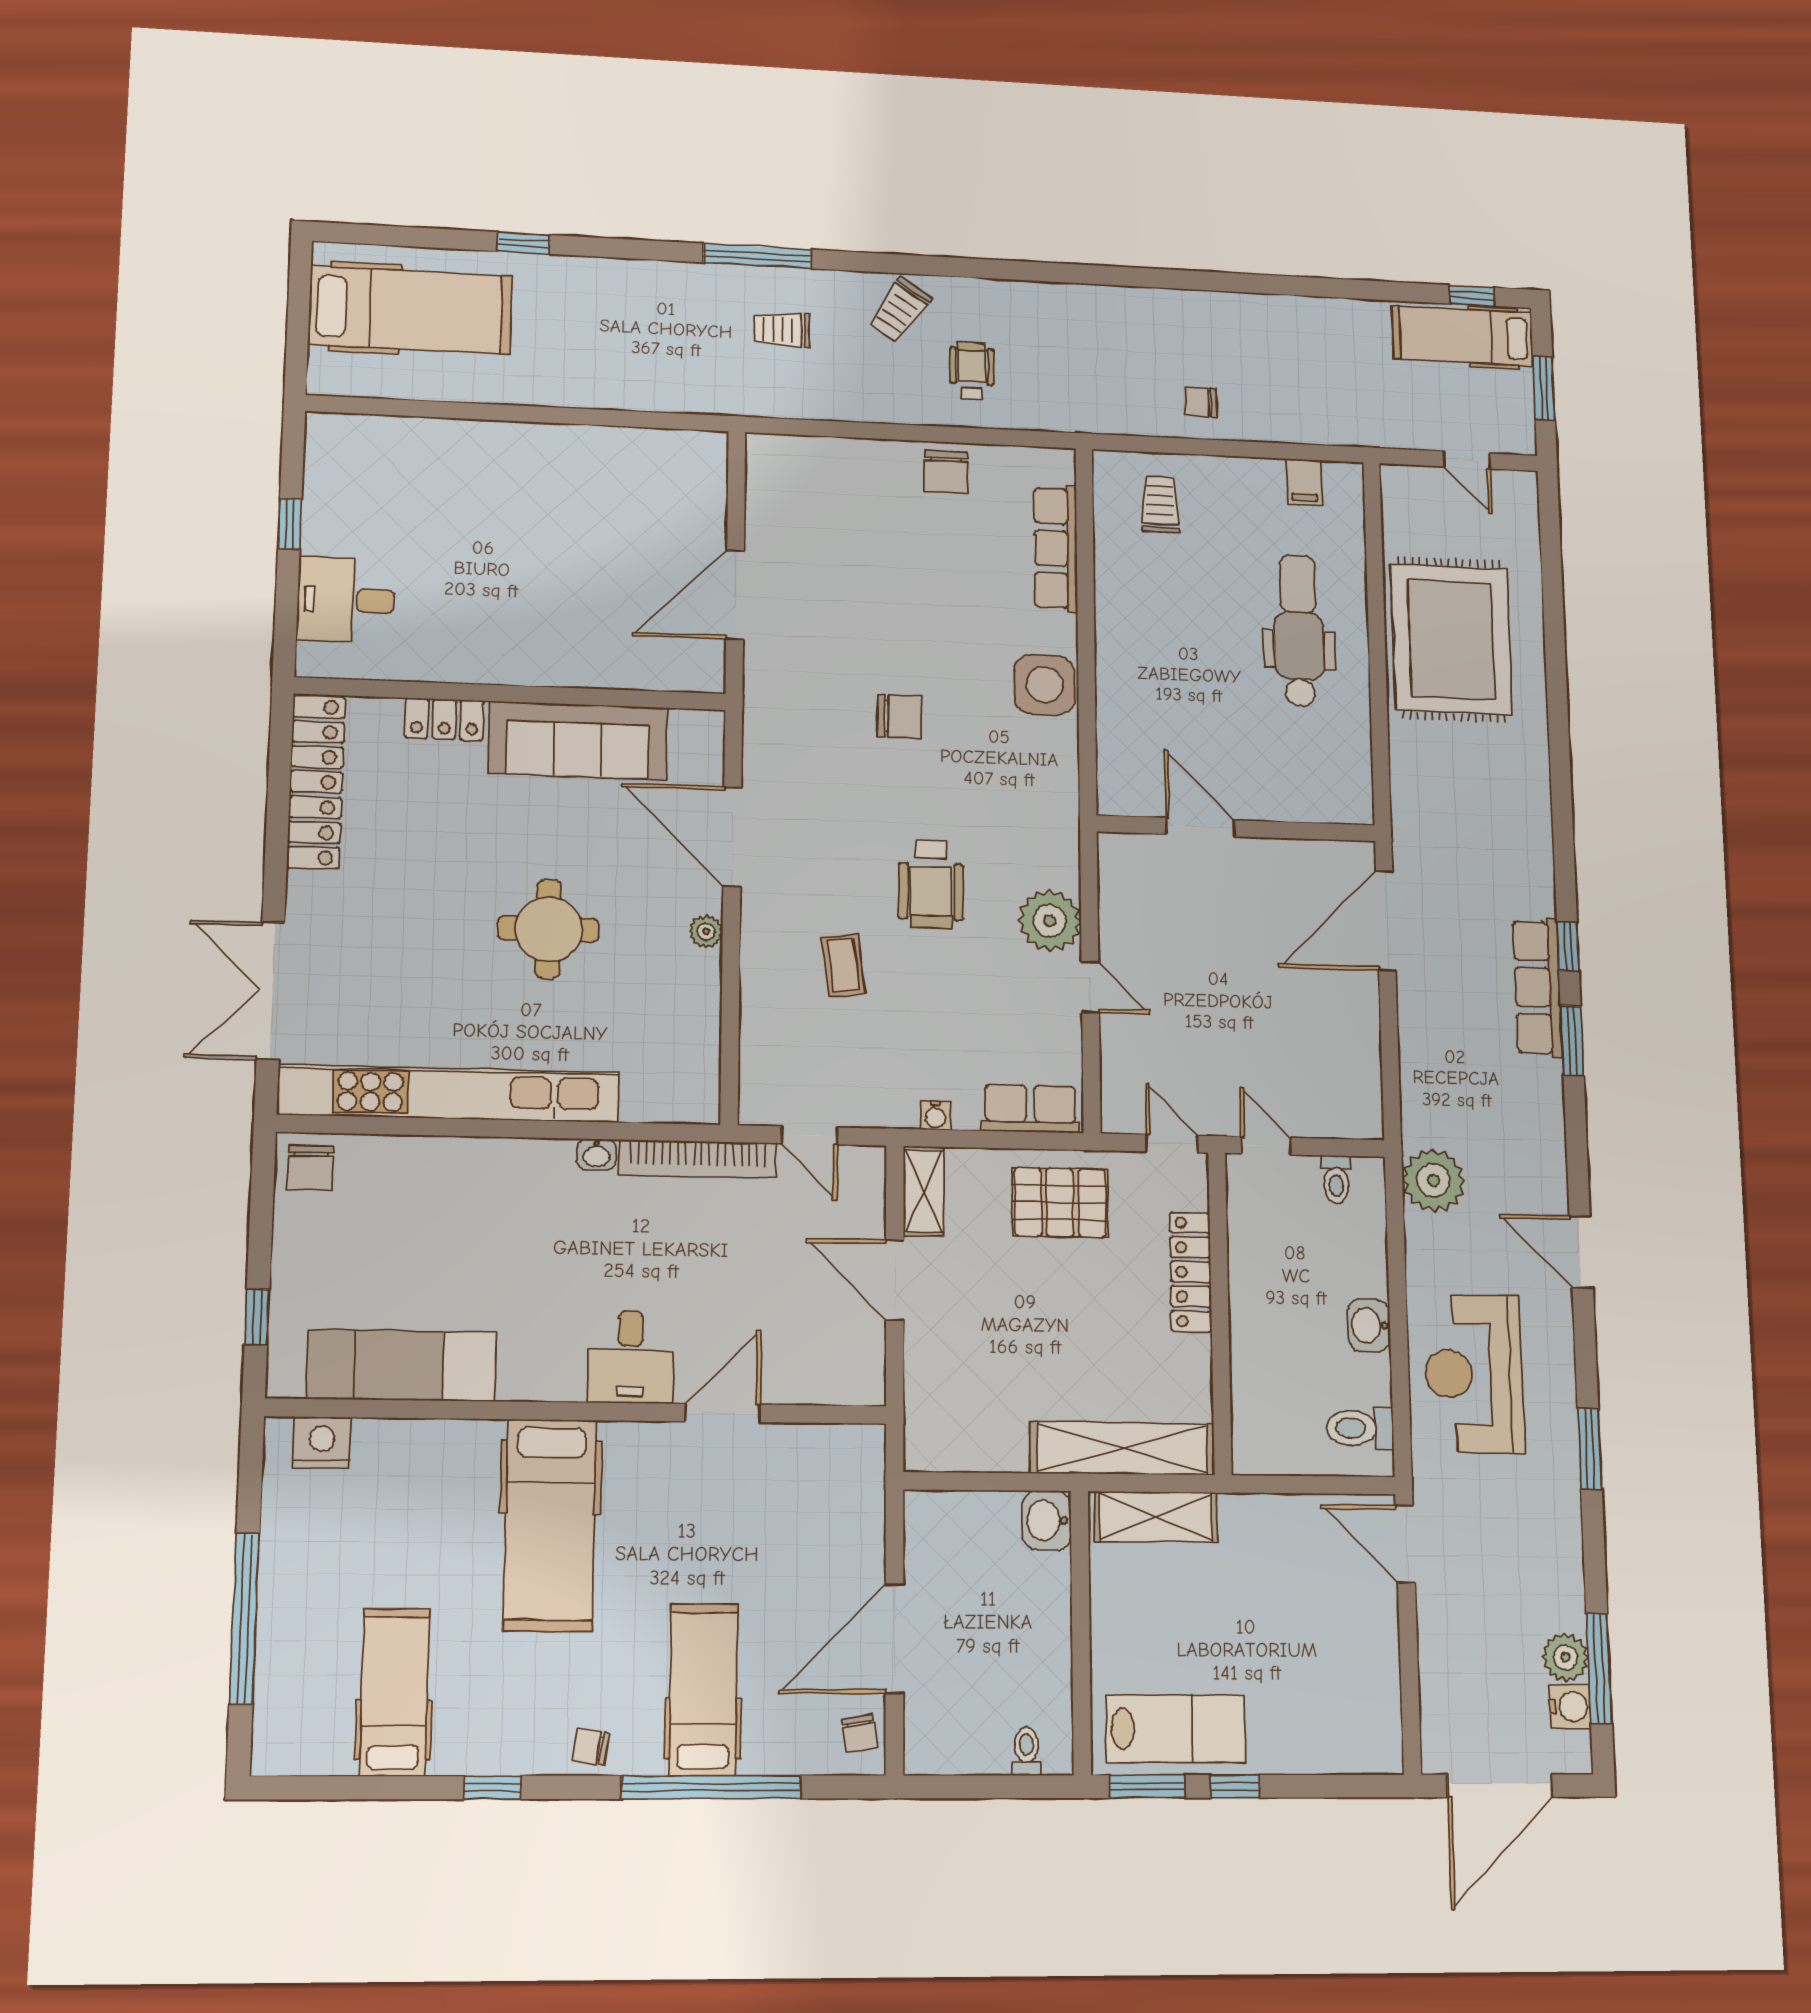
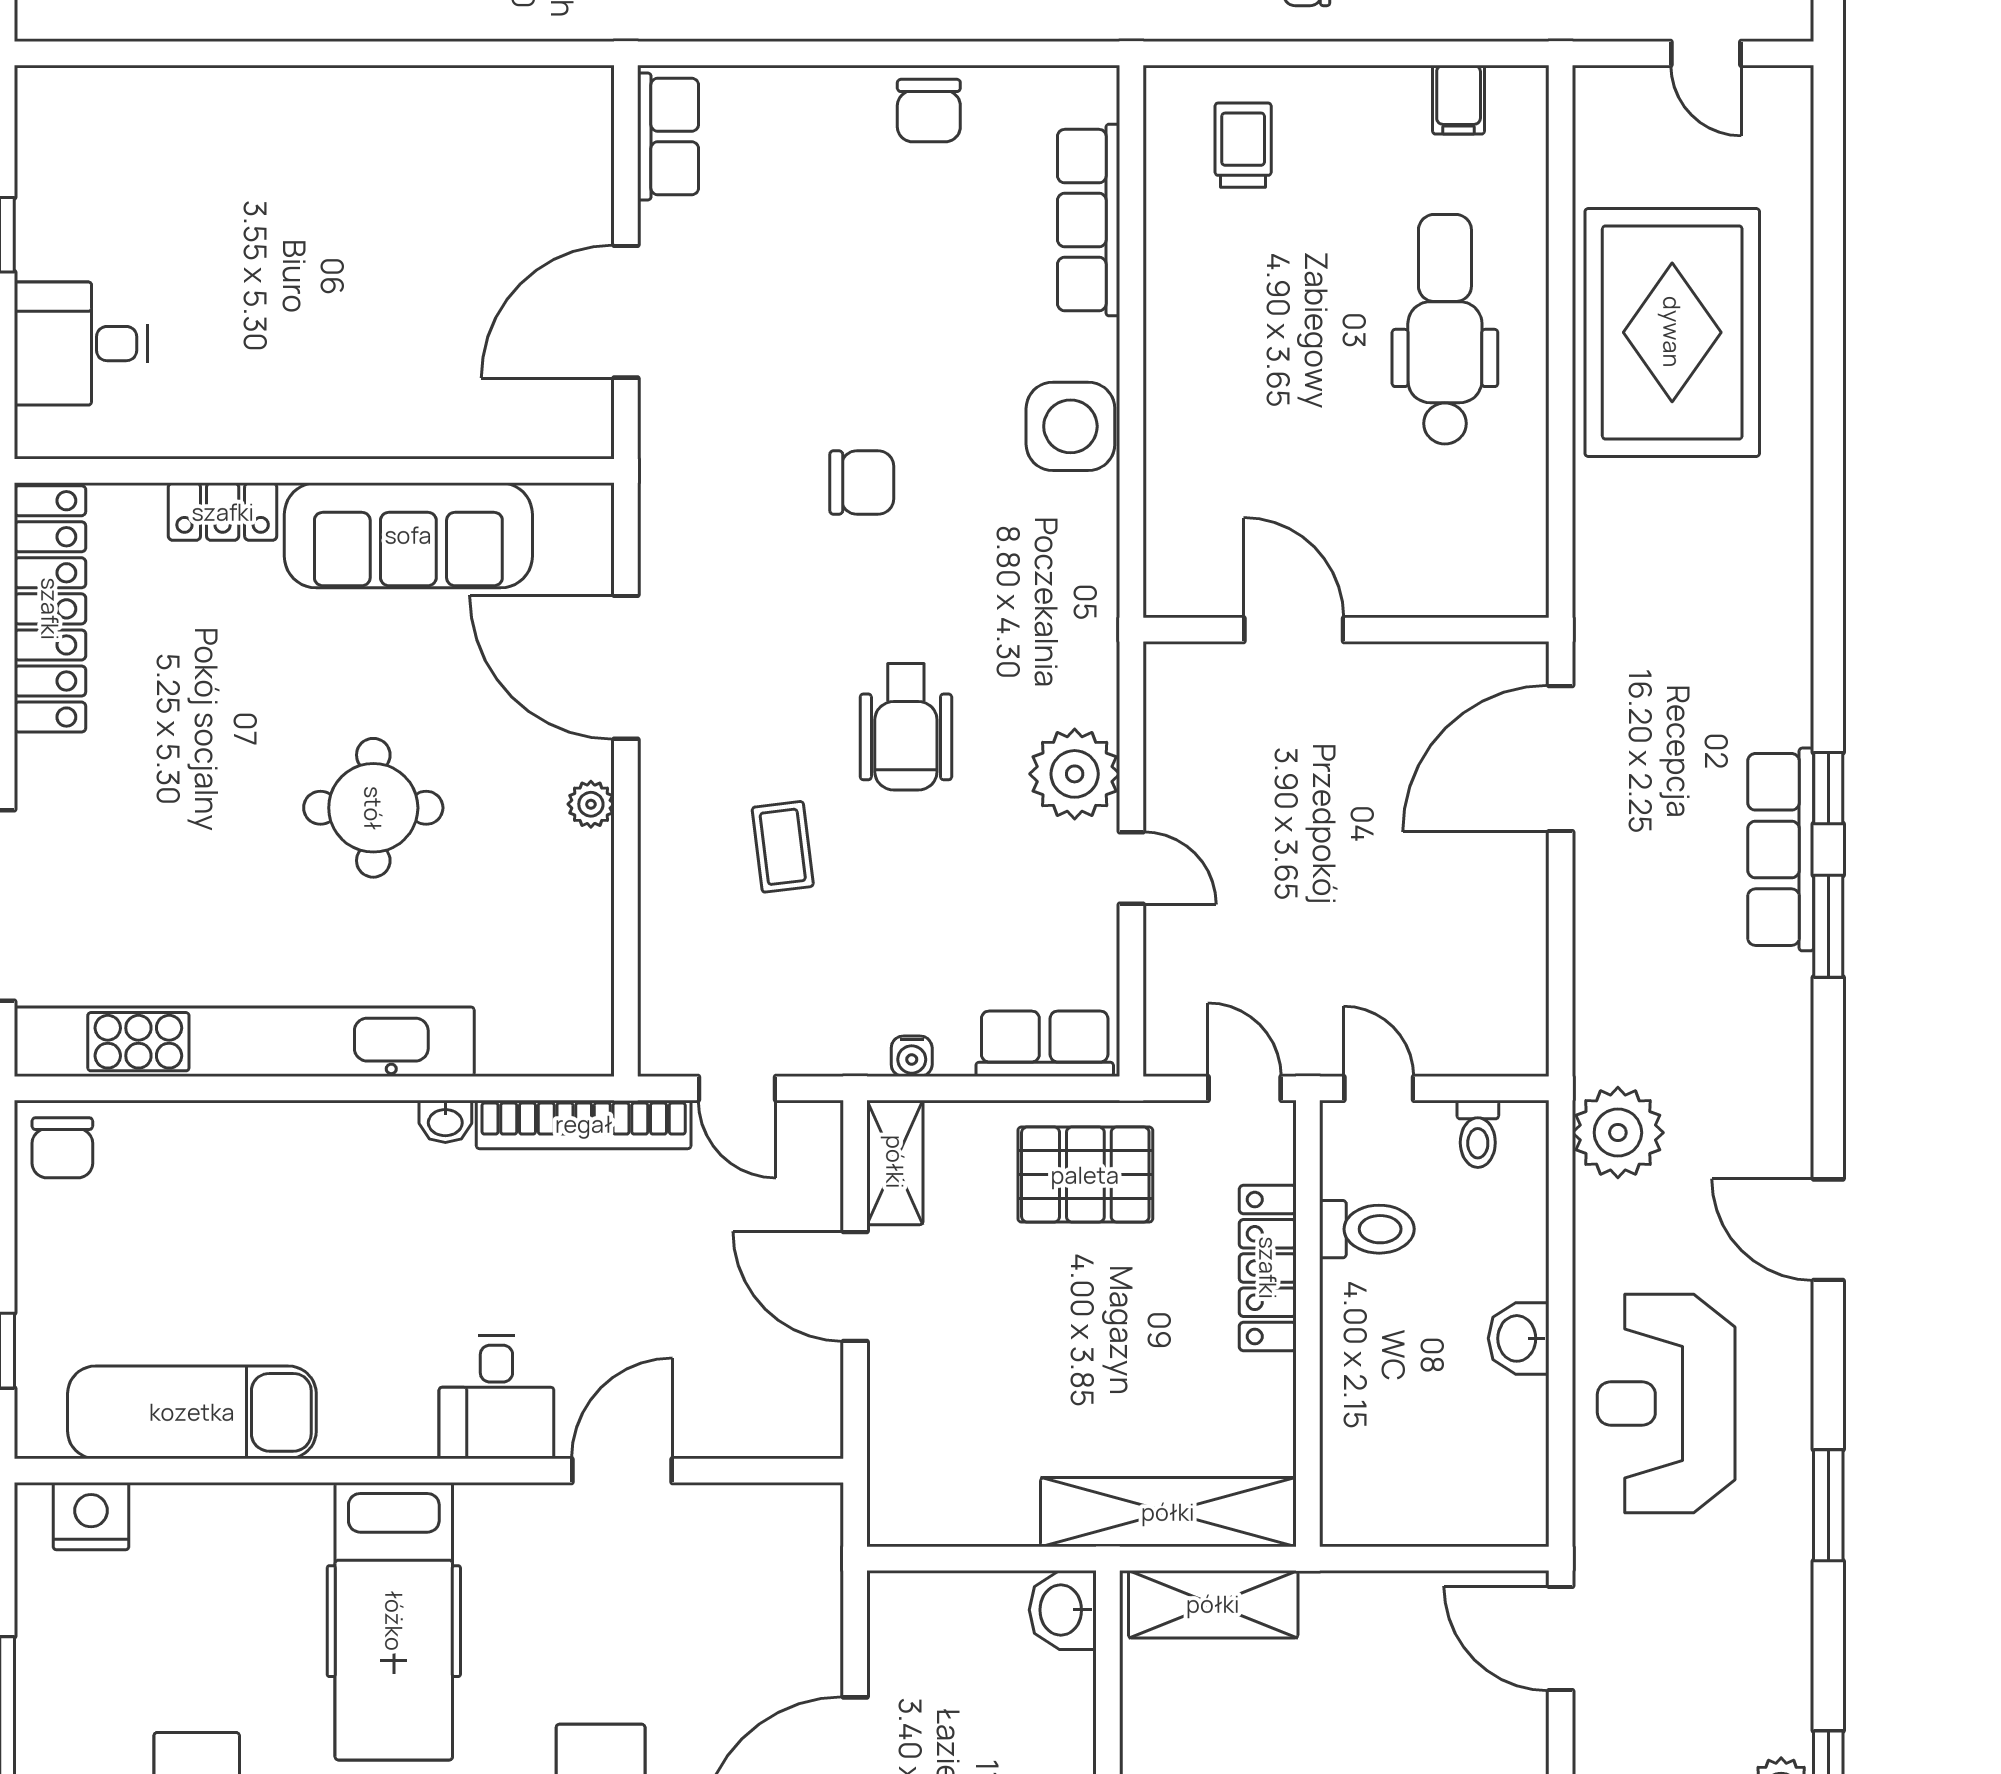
row of seats: (766, 480) -> (668, 136), added
toilet: (1360, 1428) -> (1367, 1229), moved, turned 180

